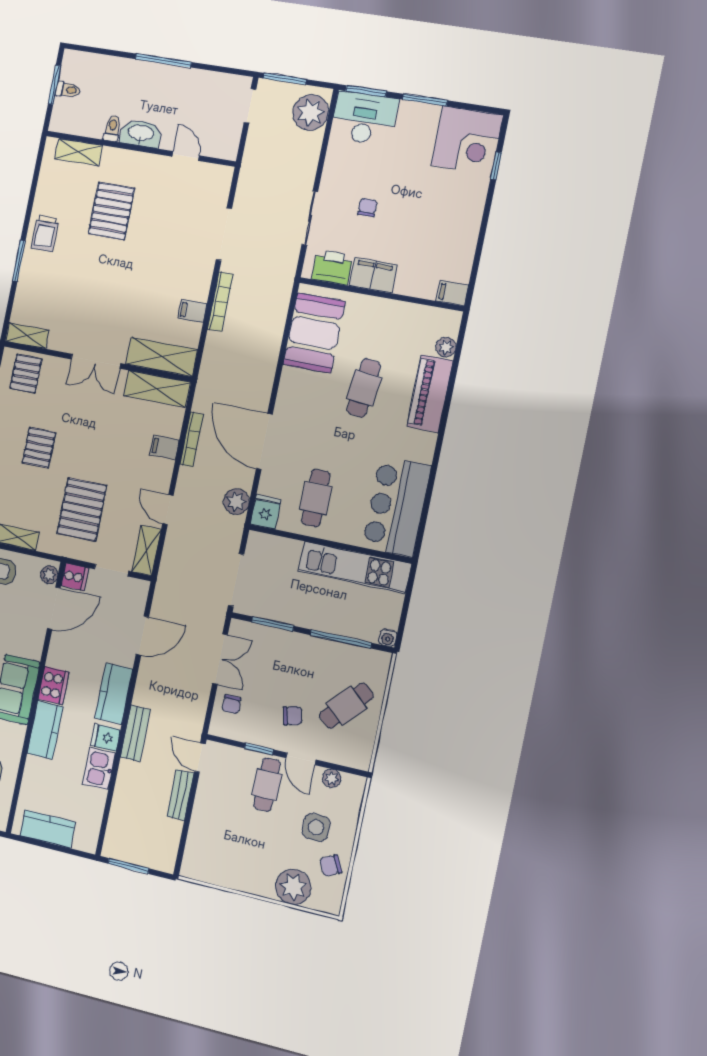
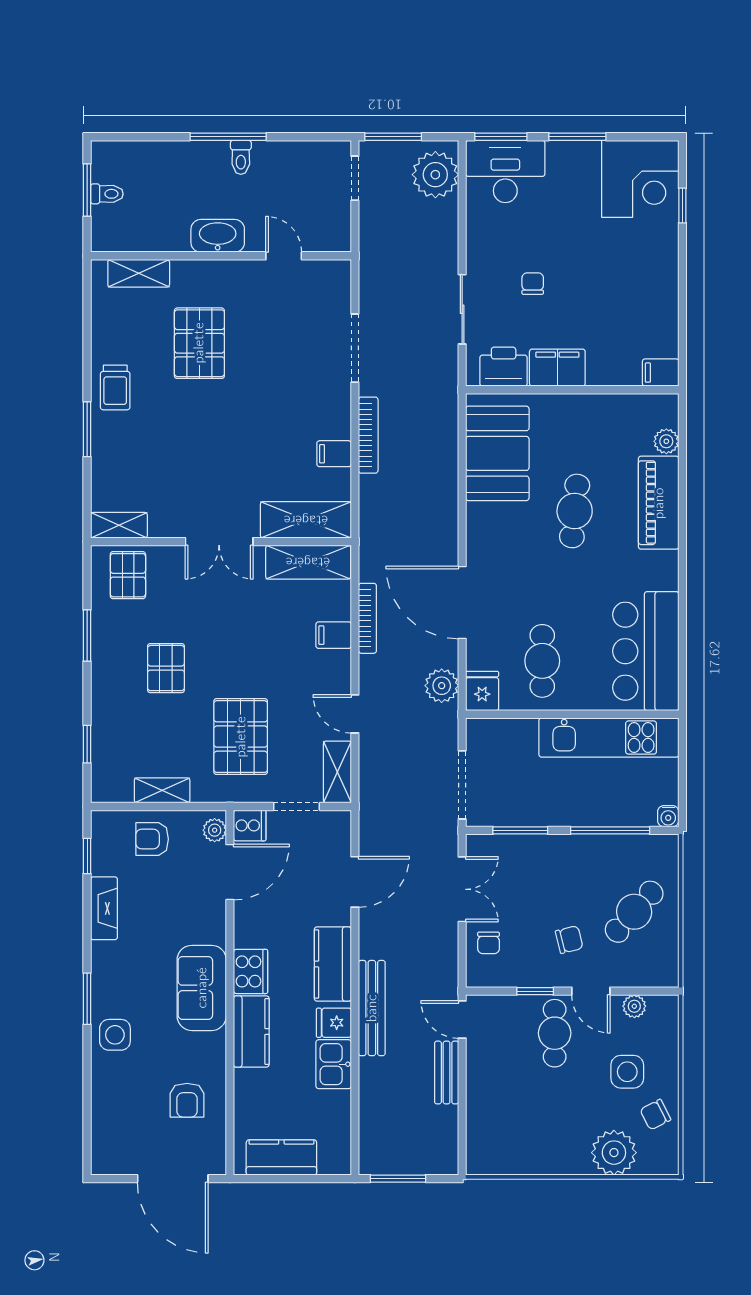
toilet: (112, 128) -> (241, 157), moved, turned 180
bench: (135, 733) -> (372, 1008), width x1.36

